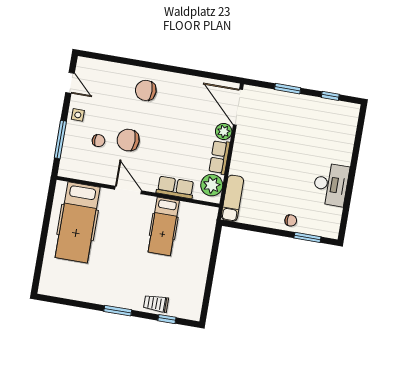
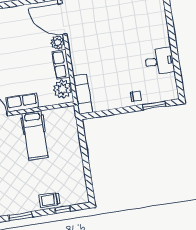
desk: (331, 184) -> (159, 61), width x0.73
row of seats: (175, 187) -> (22, 103), moved

